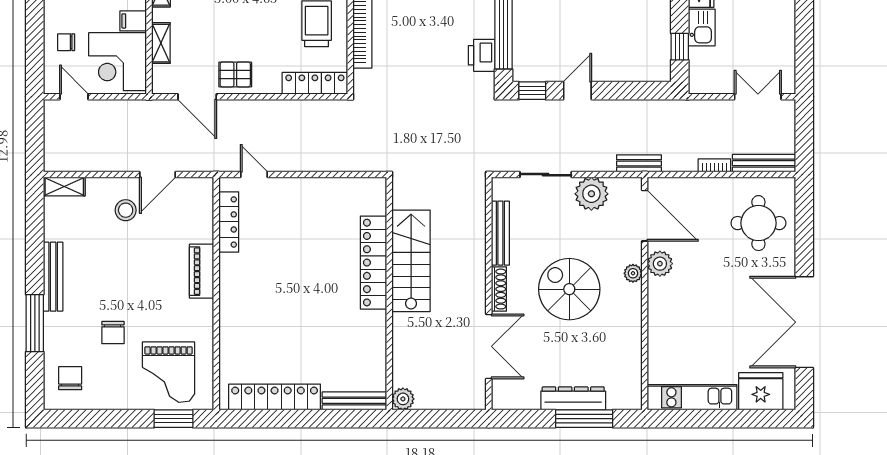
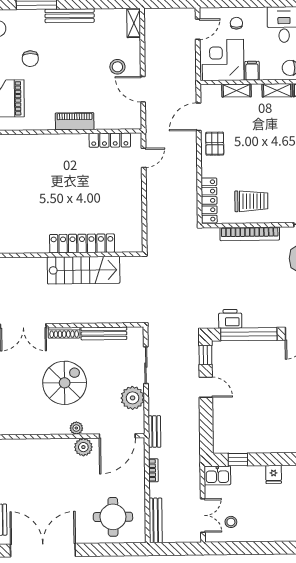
kitchen sink: (702, 27) -> (217, 475), moved
stool: (767, 57) -> (231, 522), added
bookcase: (714, 165) -> (153, 470), moved
chair: (113, 333) -> (30, 59), turned -90

